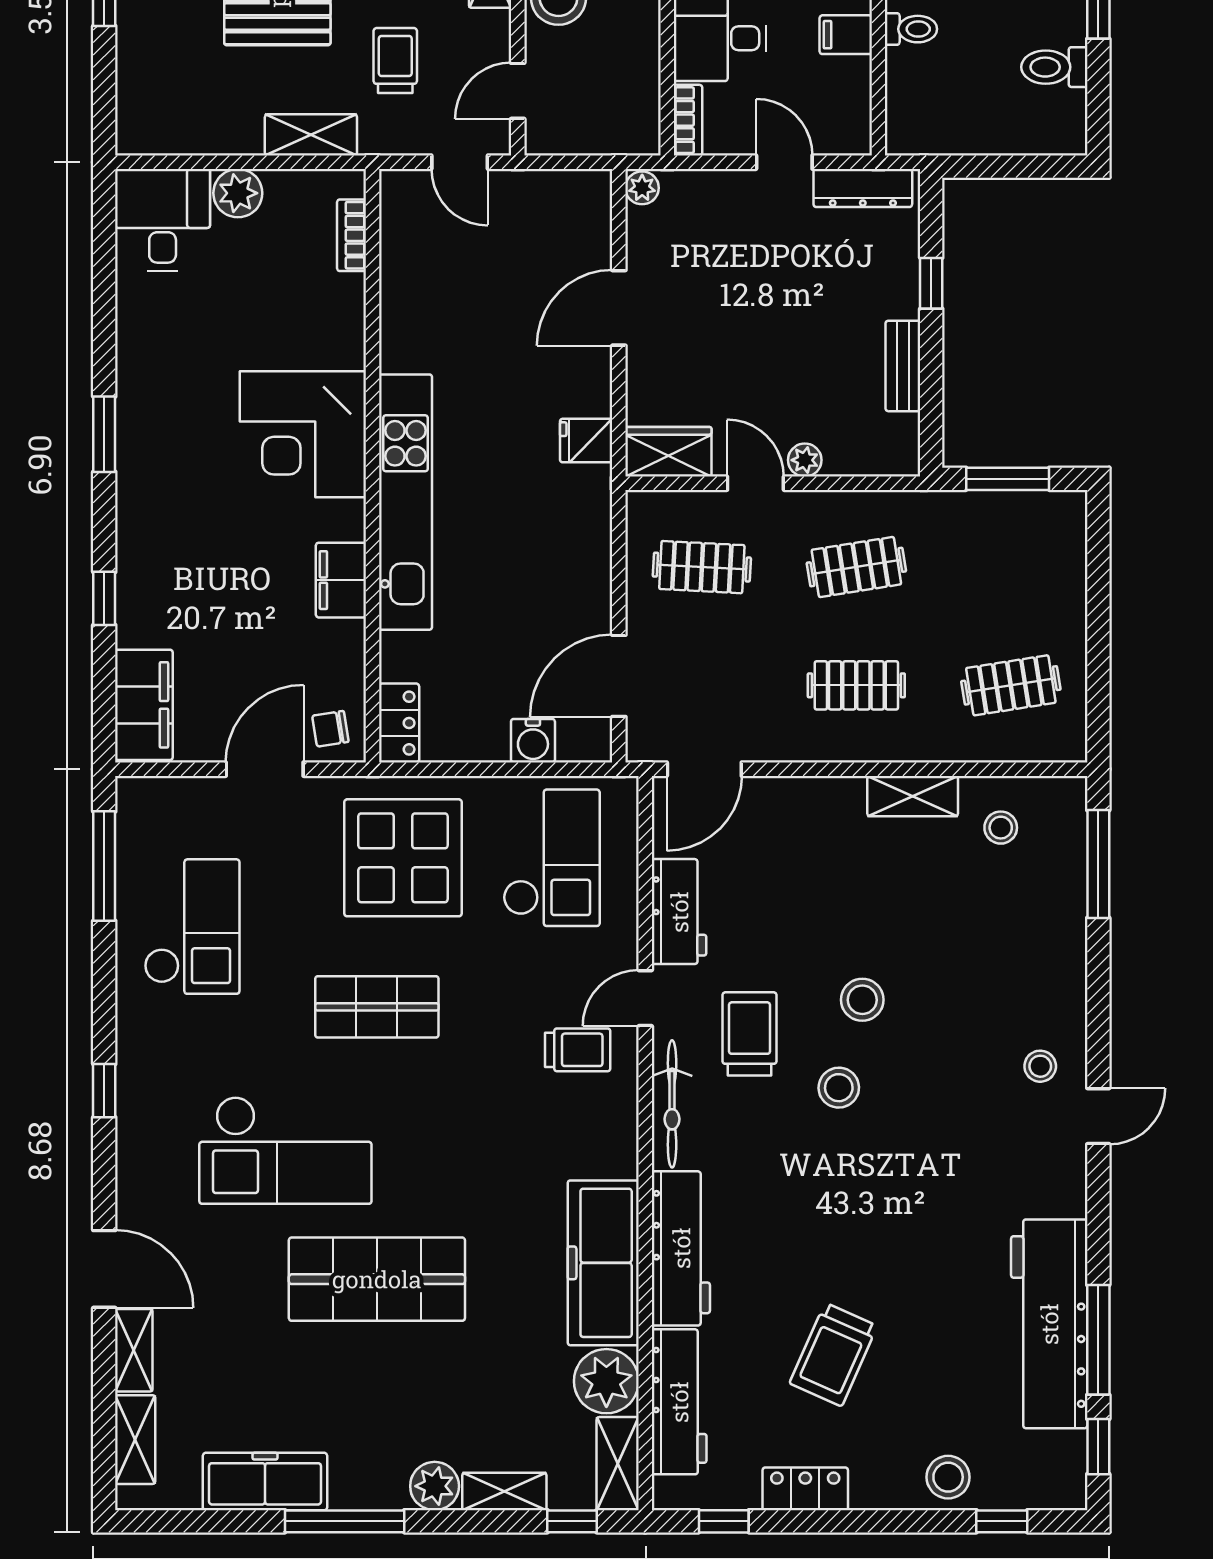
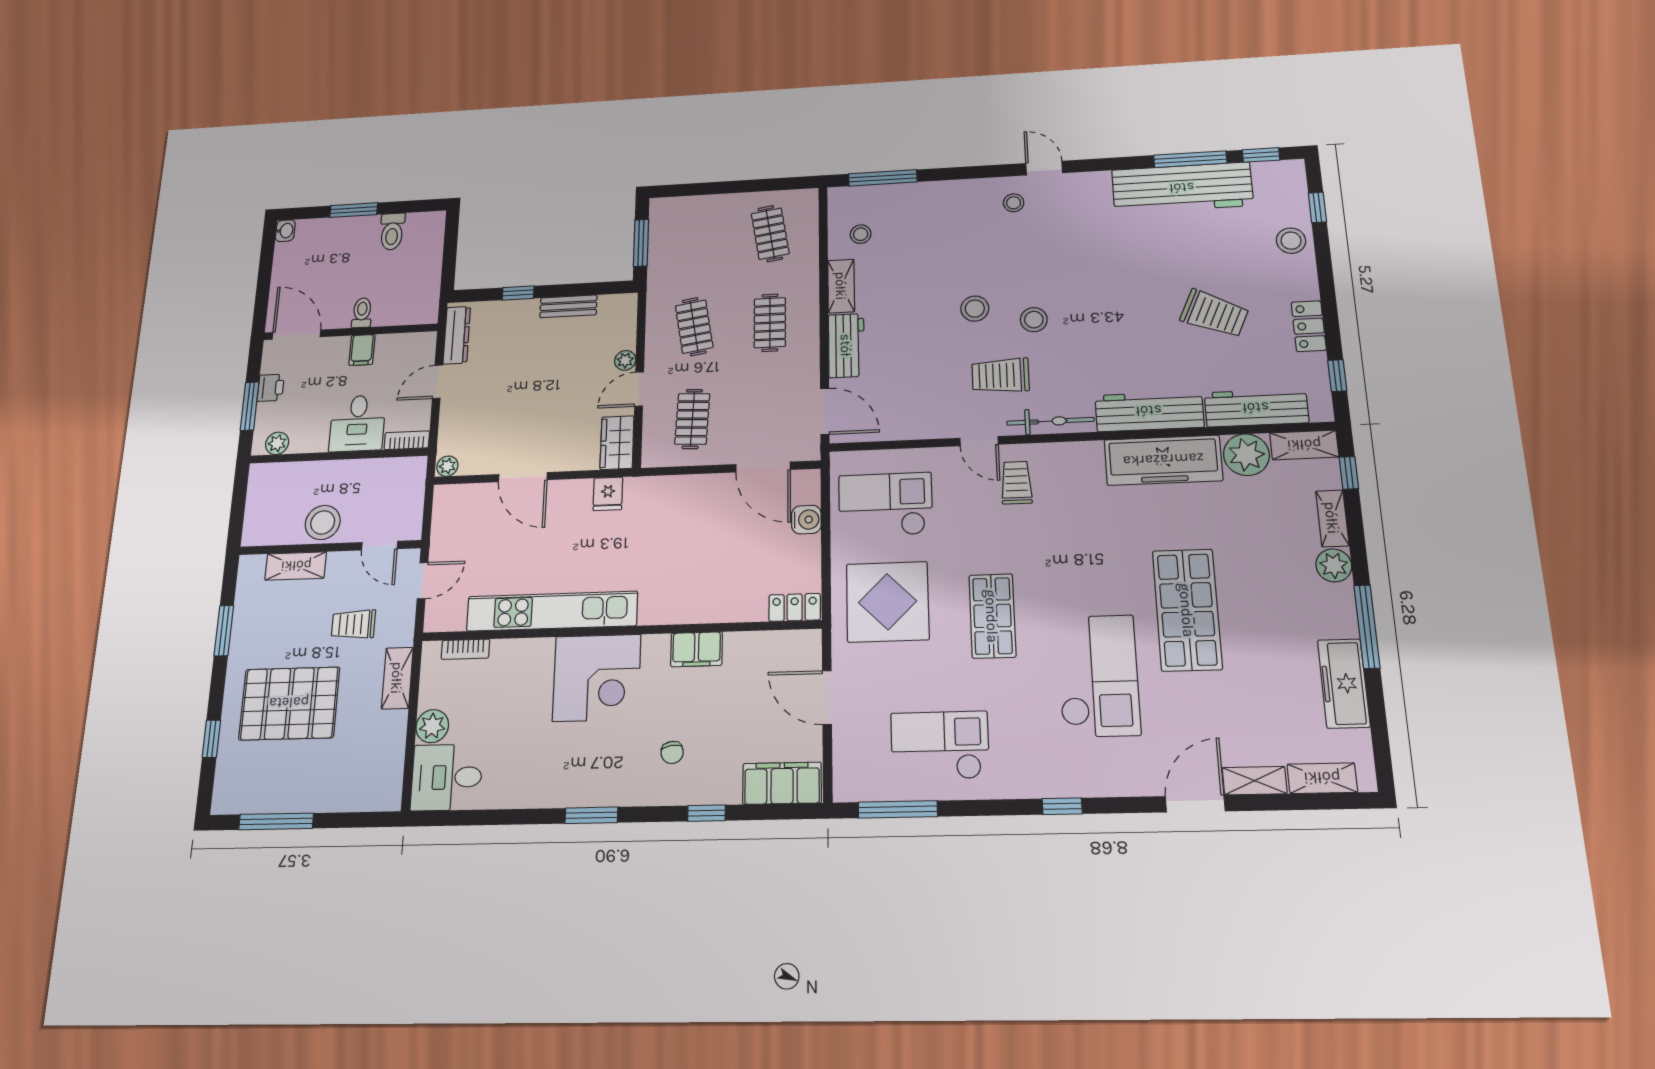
kitchen unit: (406, 502) -> (552, 611), moved
chair: (330, 729) -> (672, 752), moved
workbench: (679, 912) -> (846, 345), moved, turned 90

